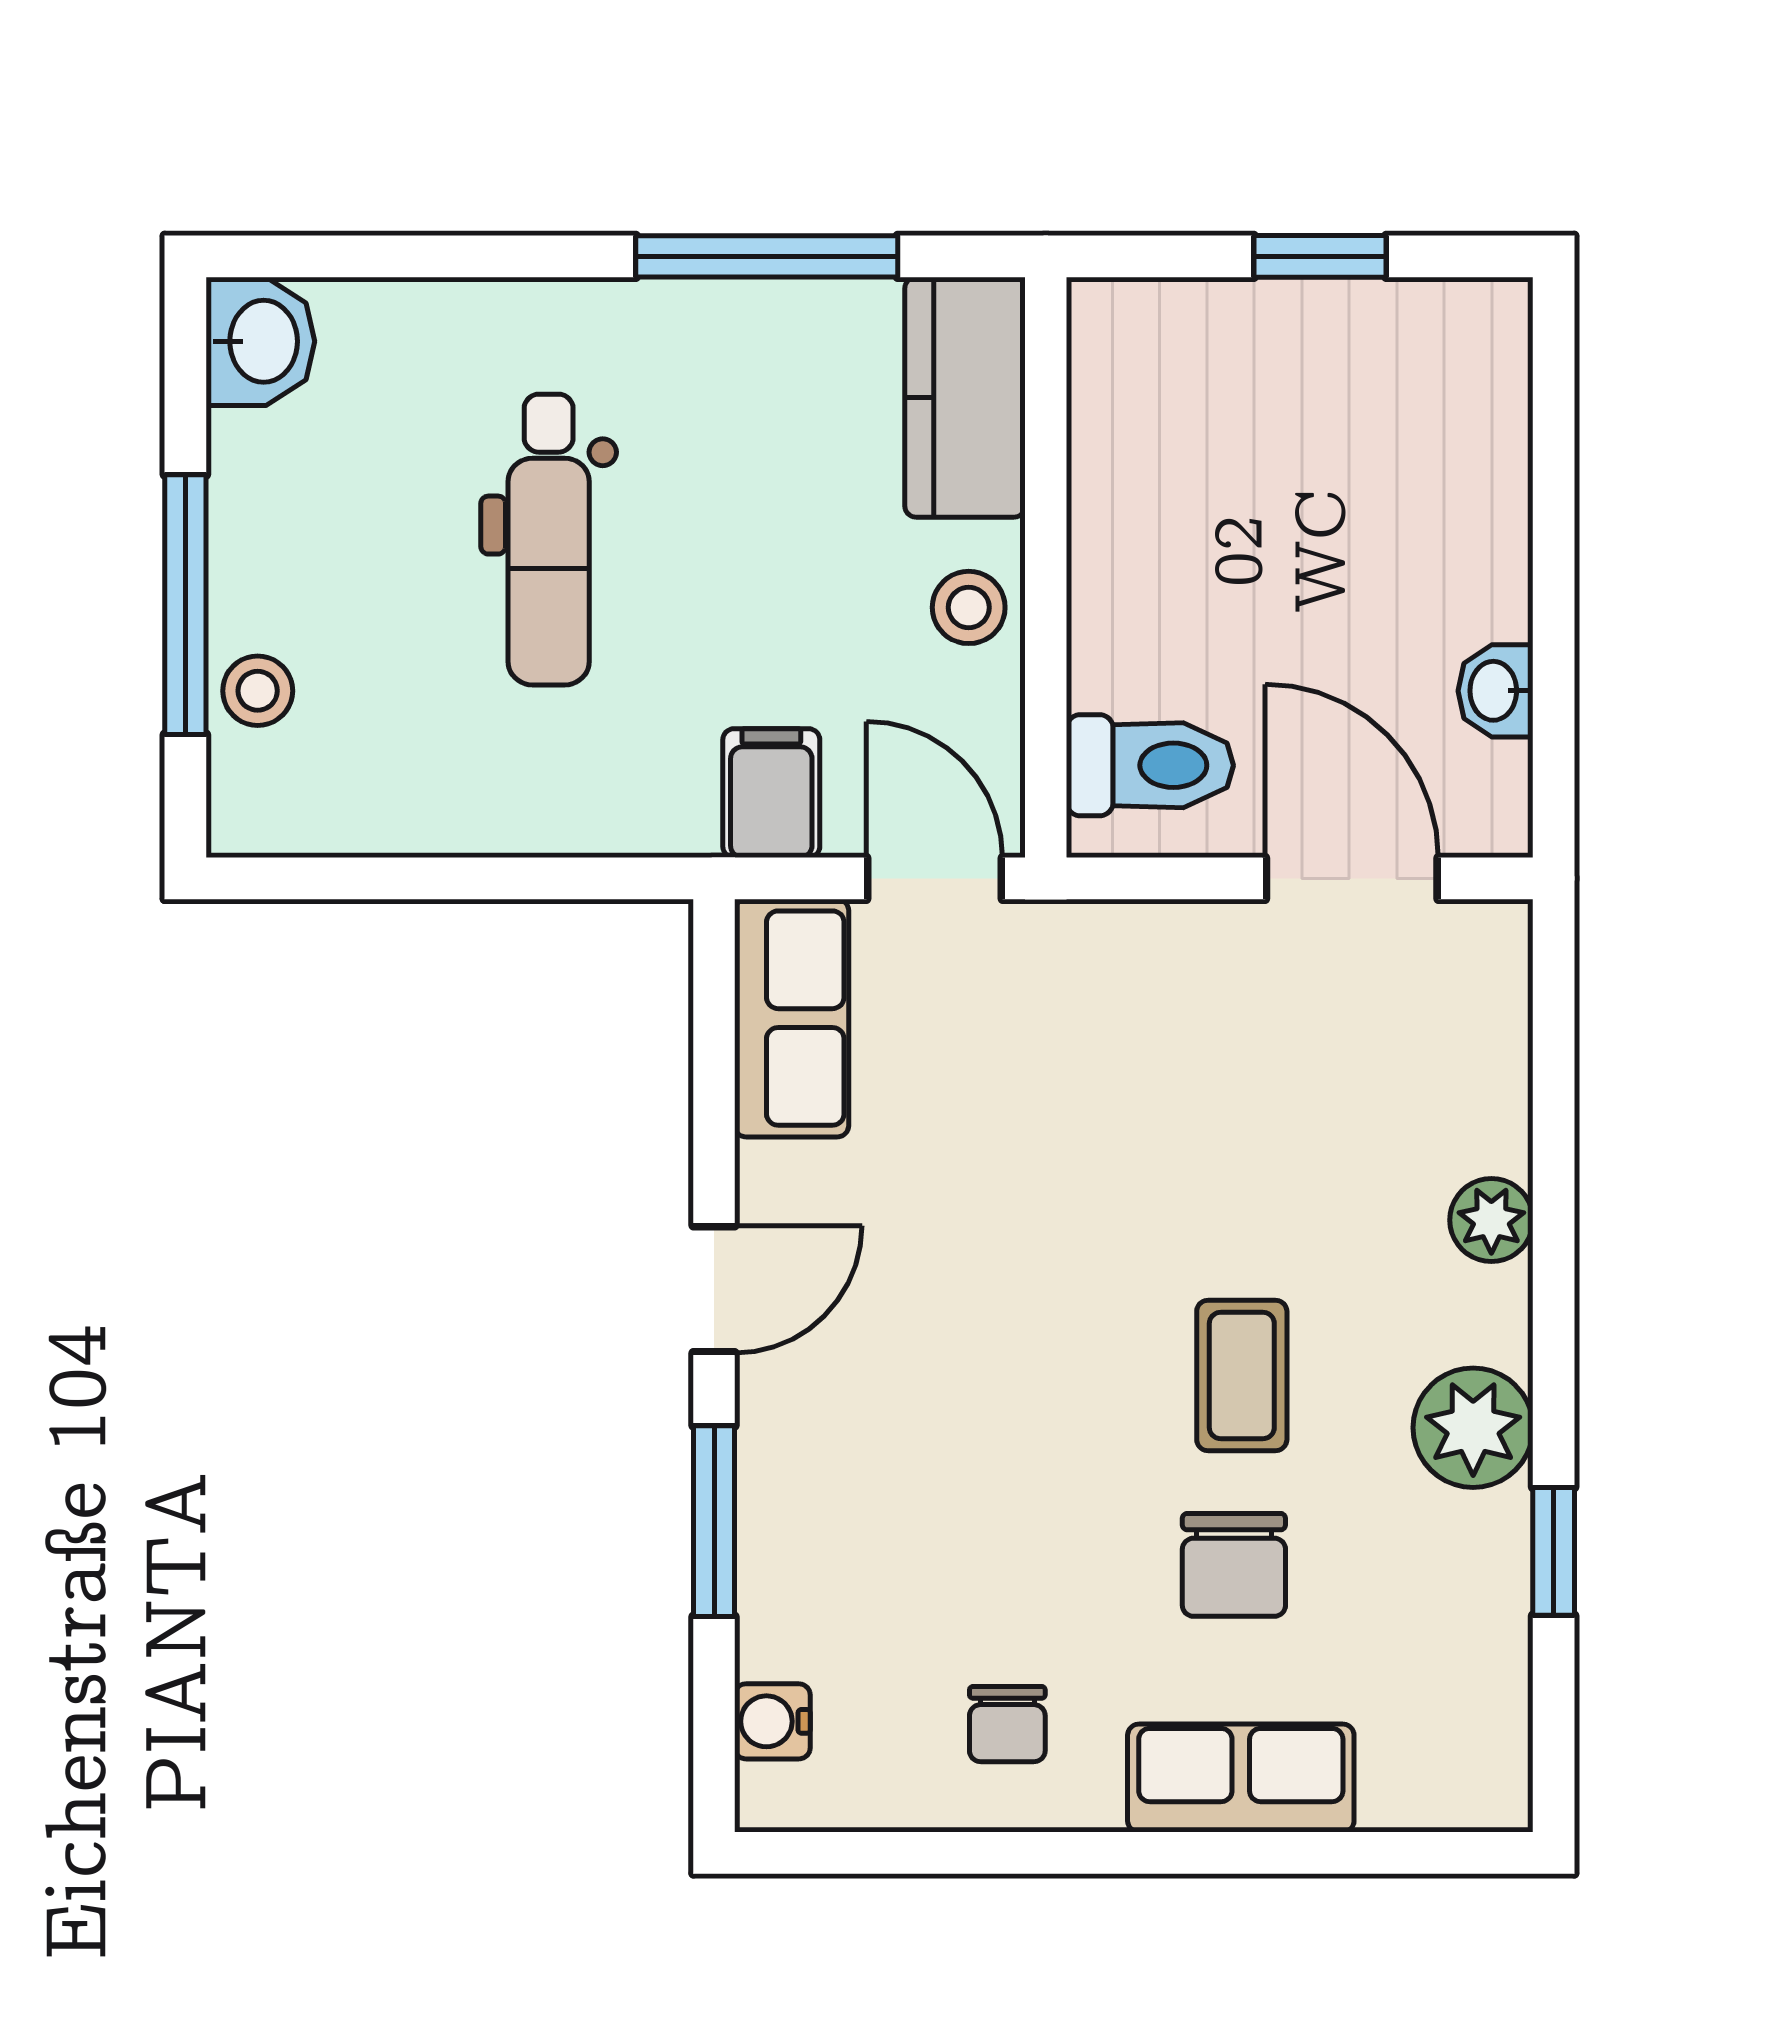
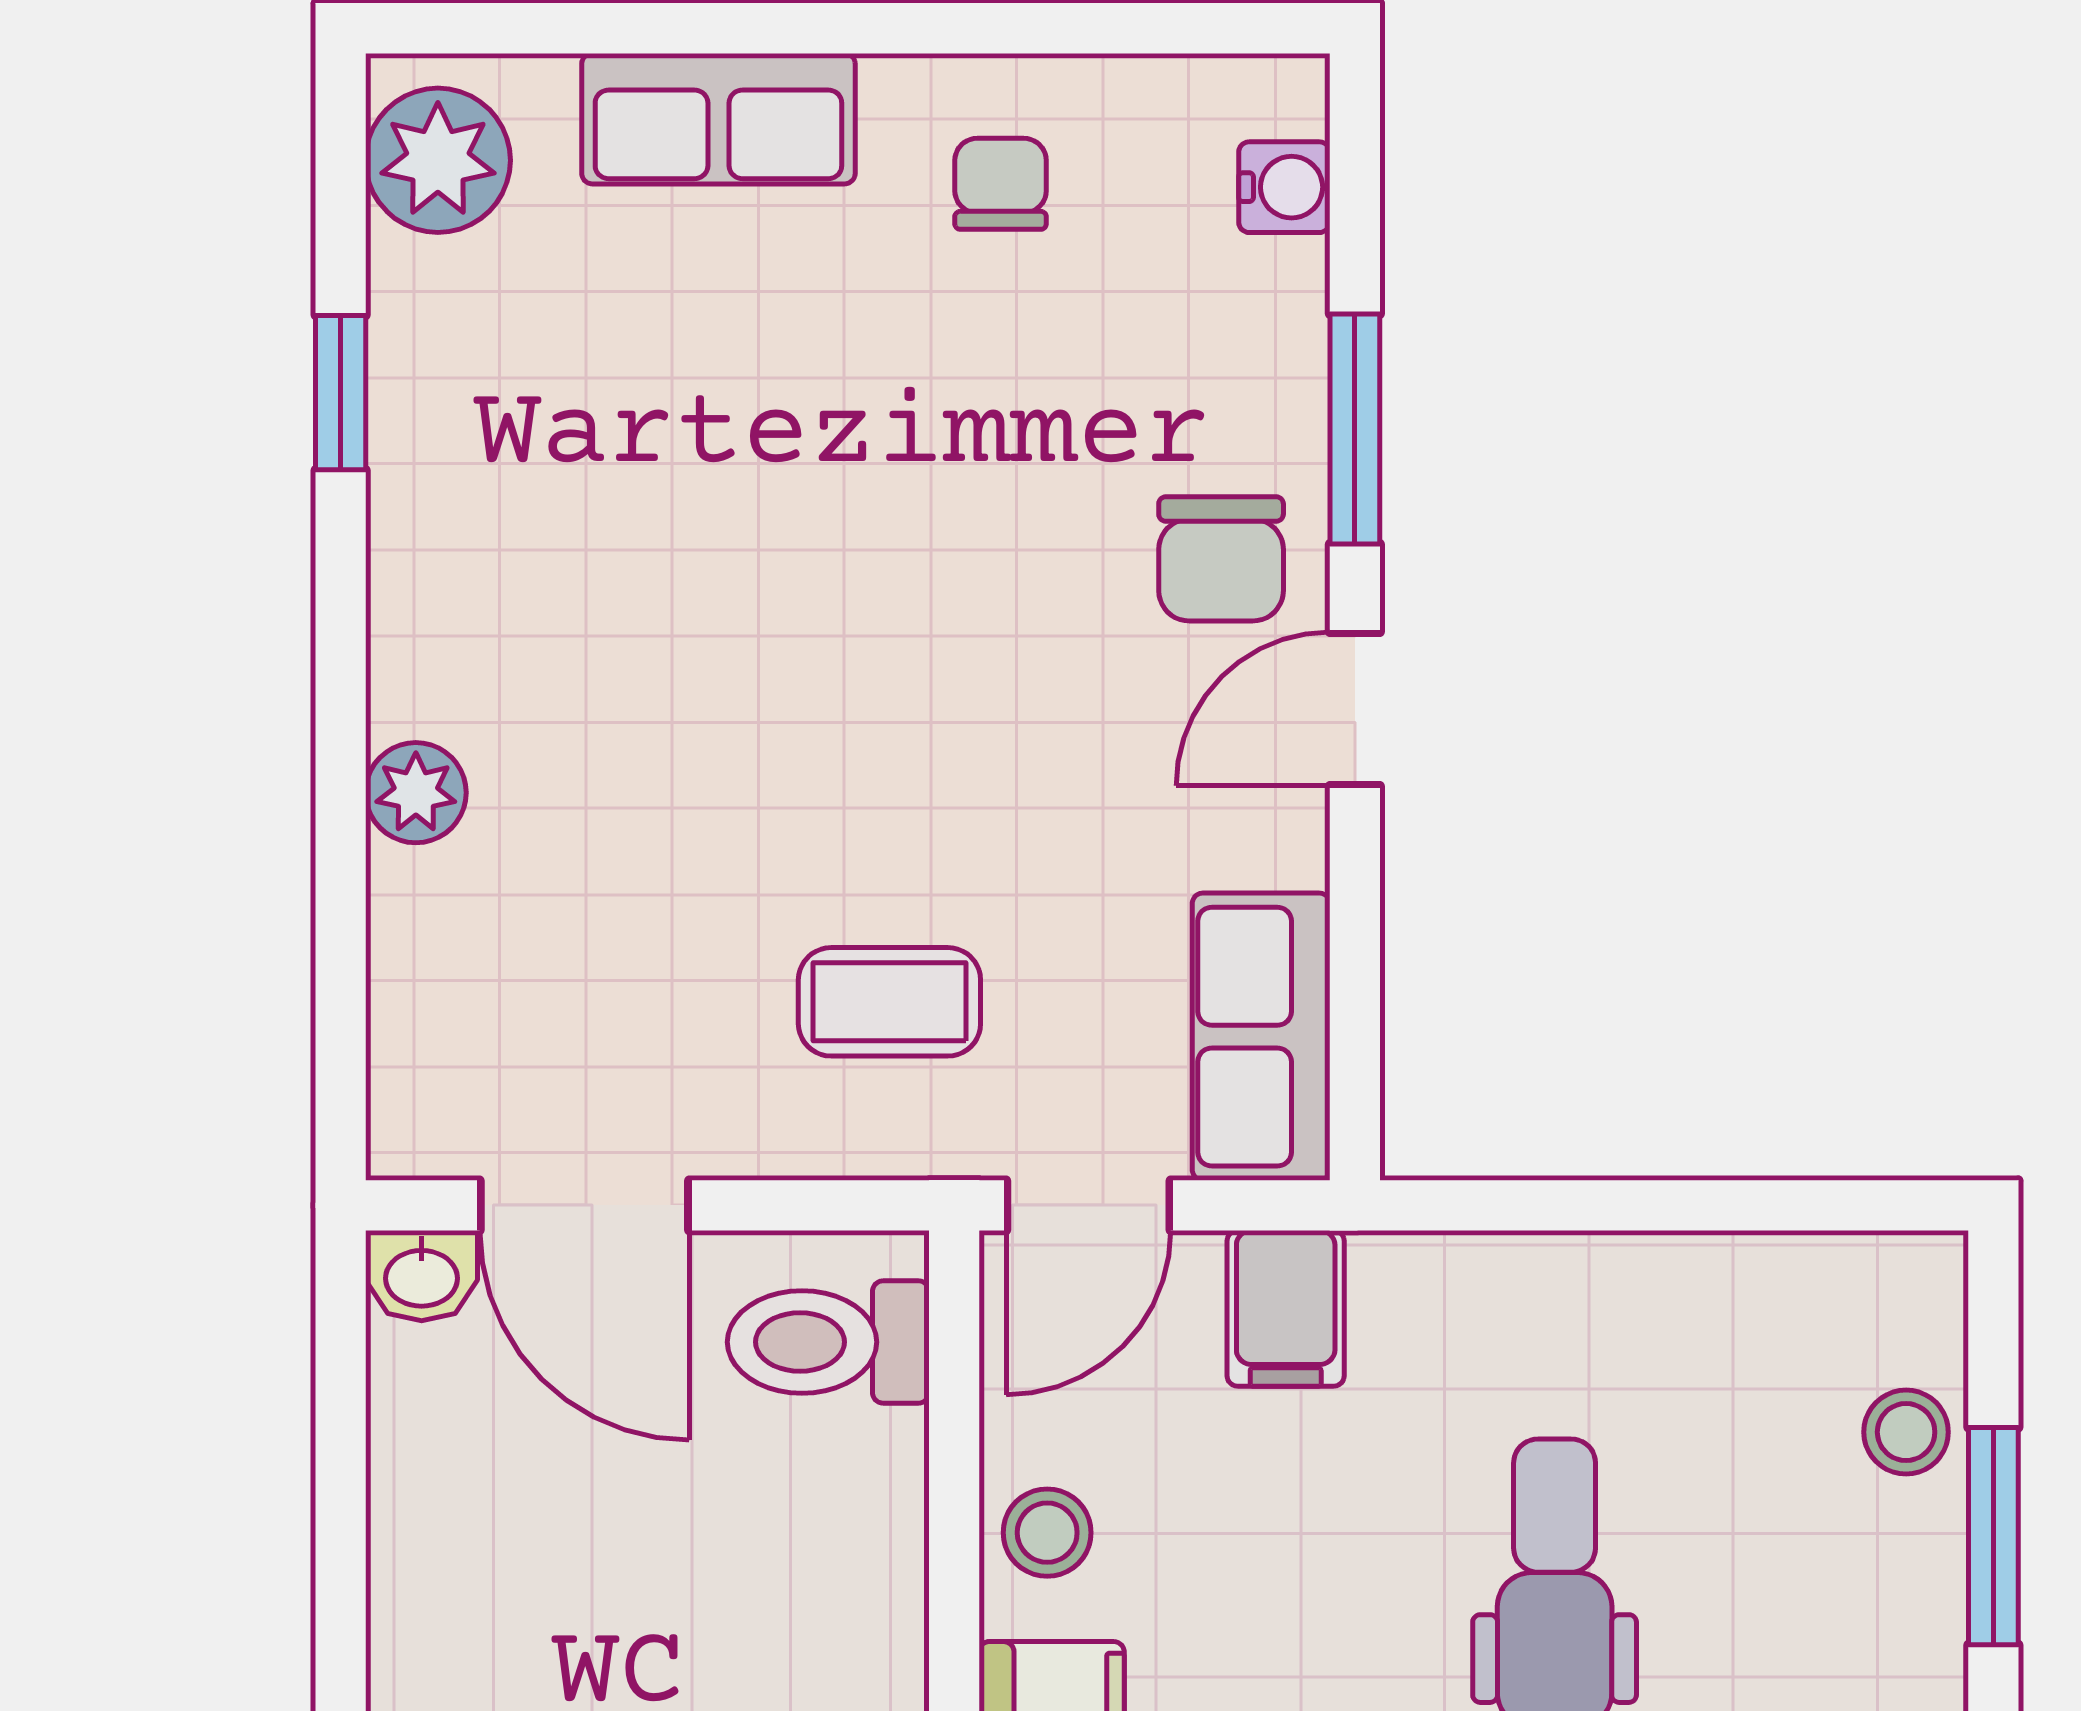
window: (185, 605) -> (1993, 1536), width x0.69
washbasin: (1496, 691) -> (422, 1276), moved, turned 90
door: (935, 878) -> (1088, 1205), hinge flipped
coffee table: (1242, 1375) -> (889, 1002), moved, turned 90
plant: (1473, 1428) -> (438, 160), moved
chair: (1234, 1565) -> (1221, 559), moved, turned 180

